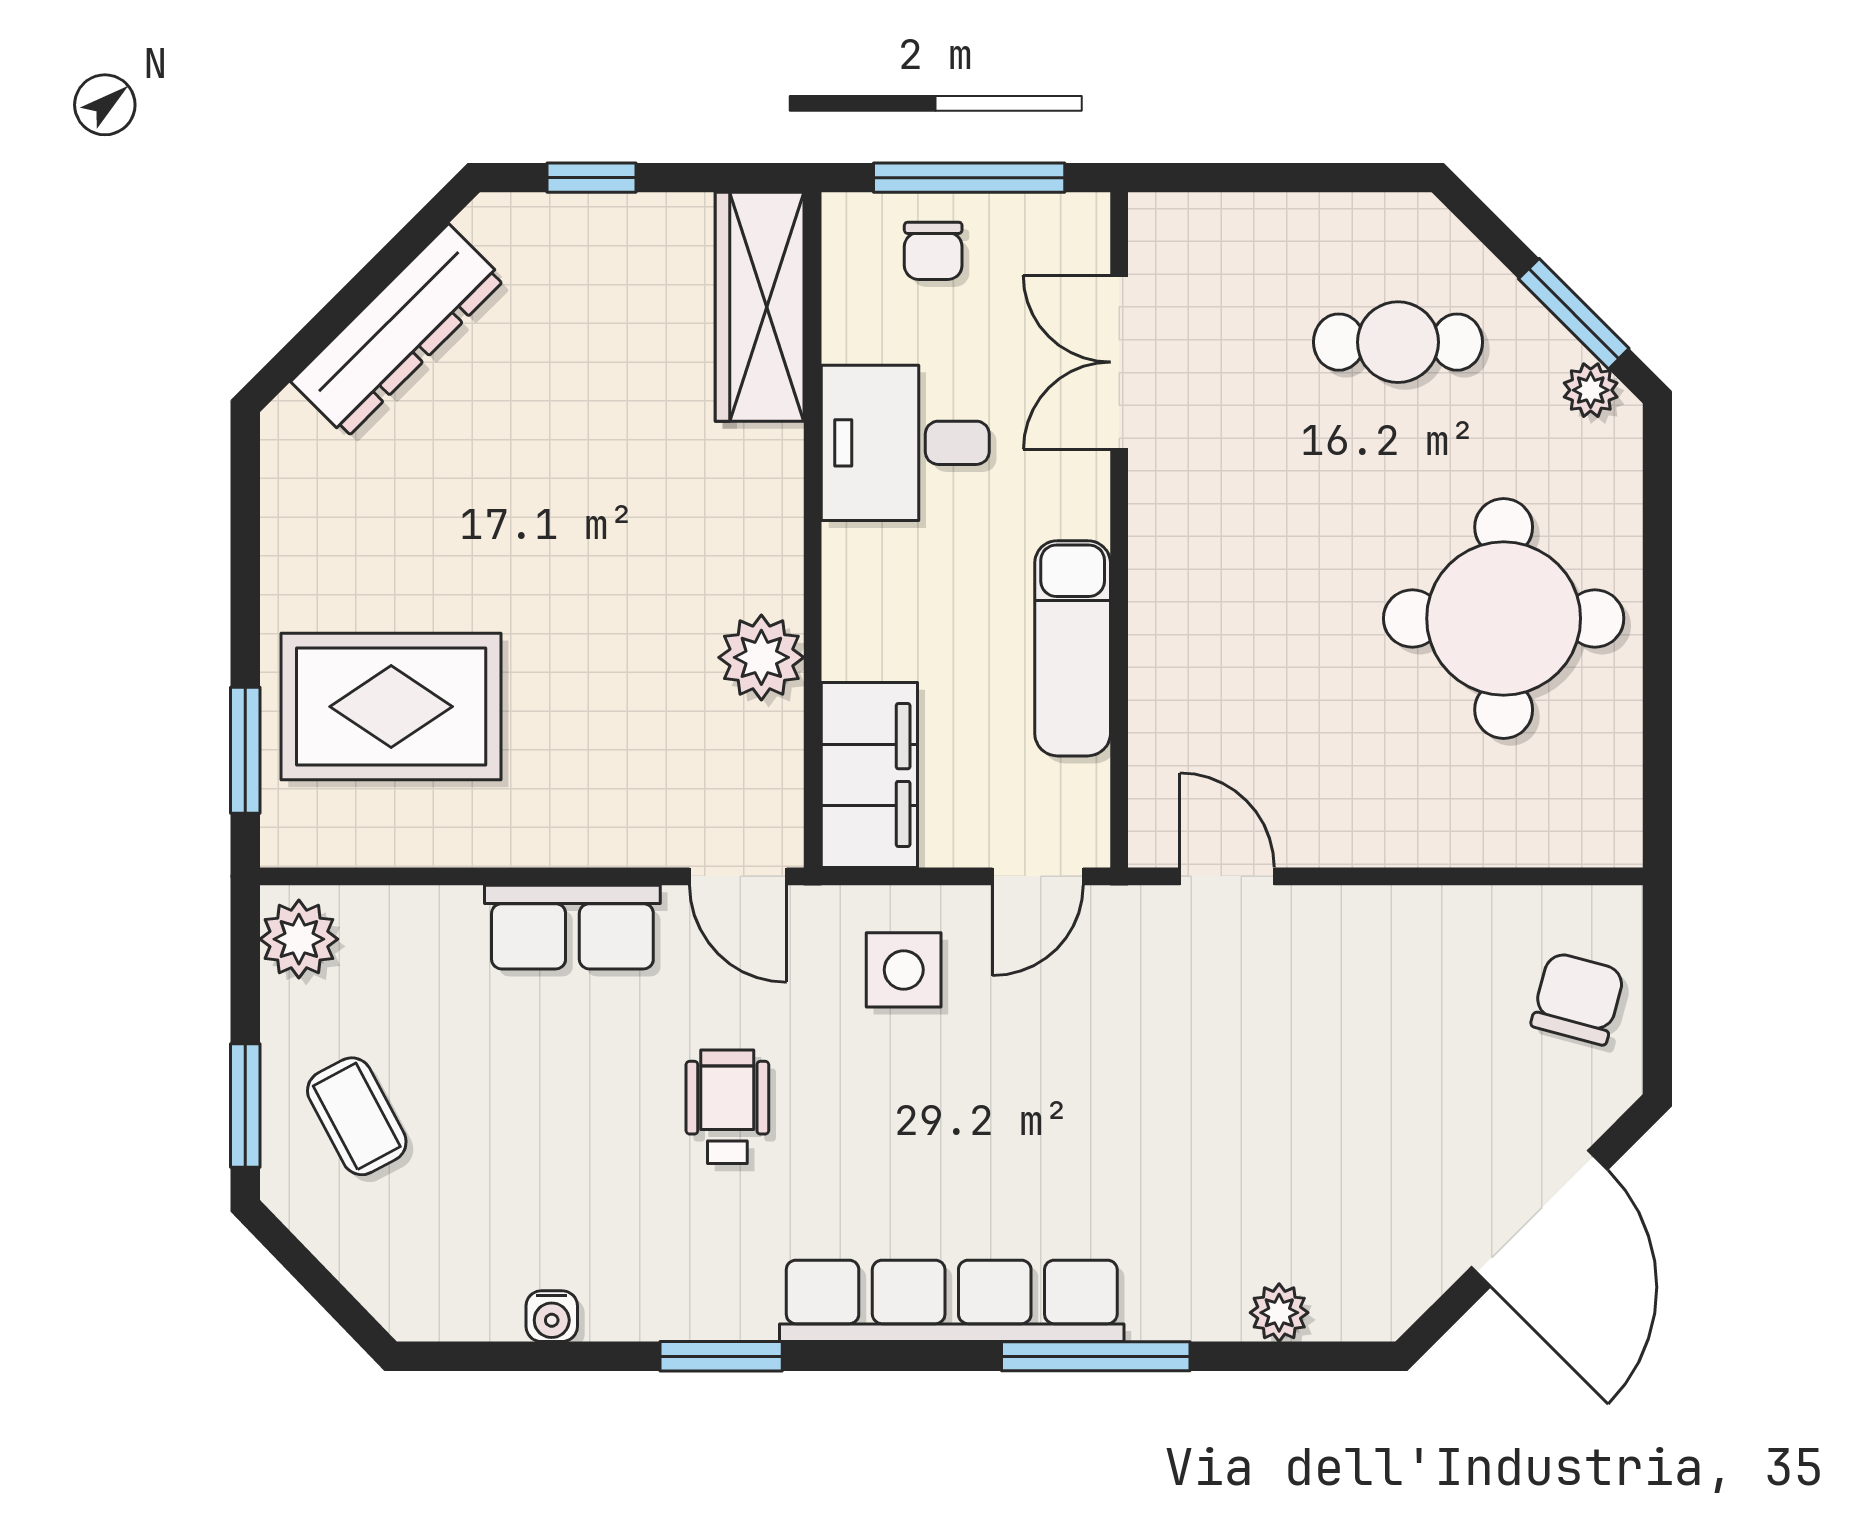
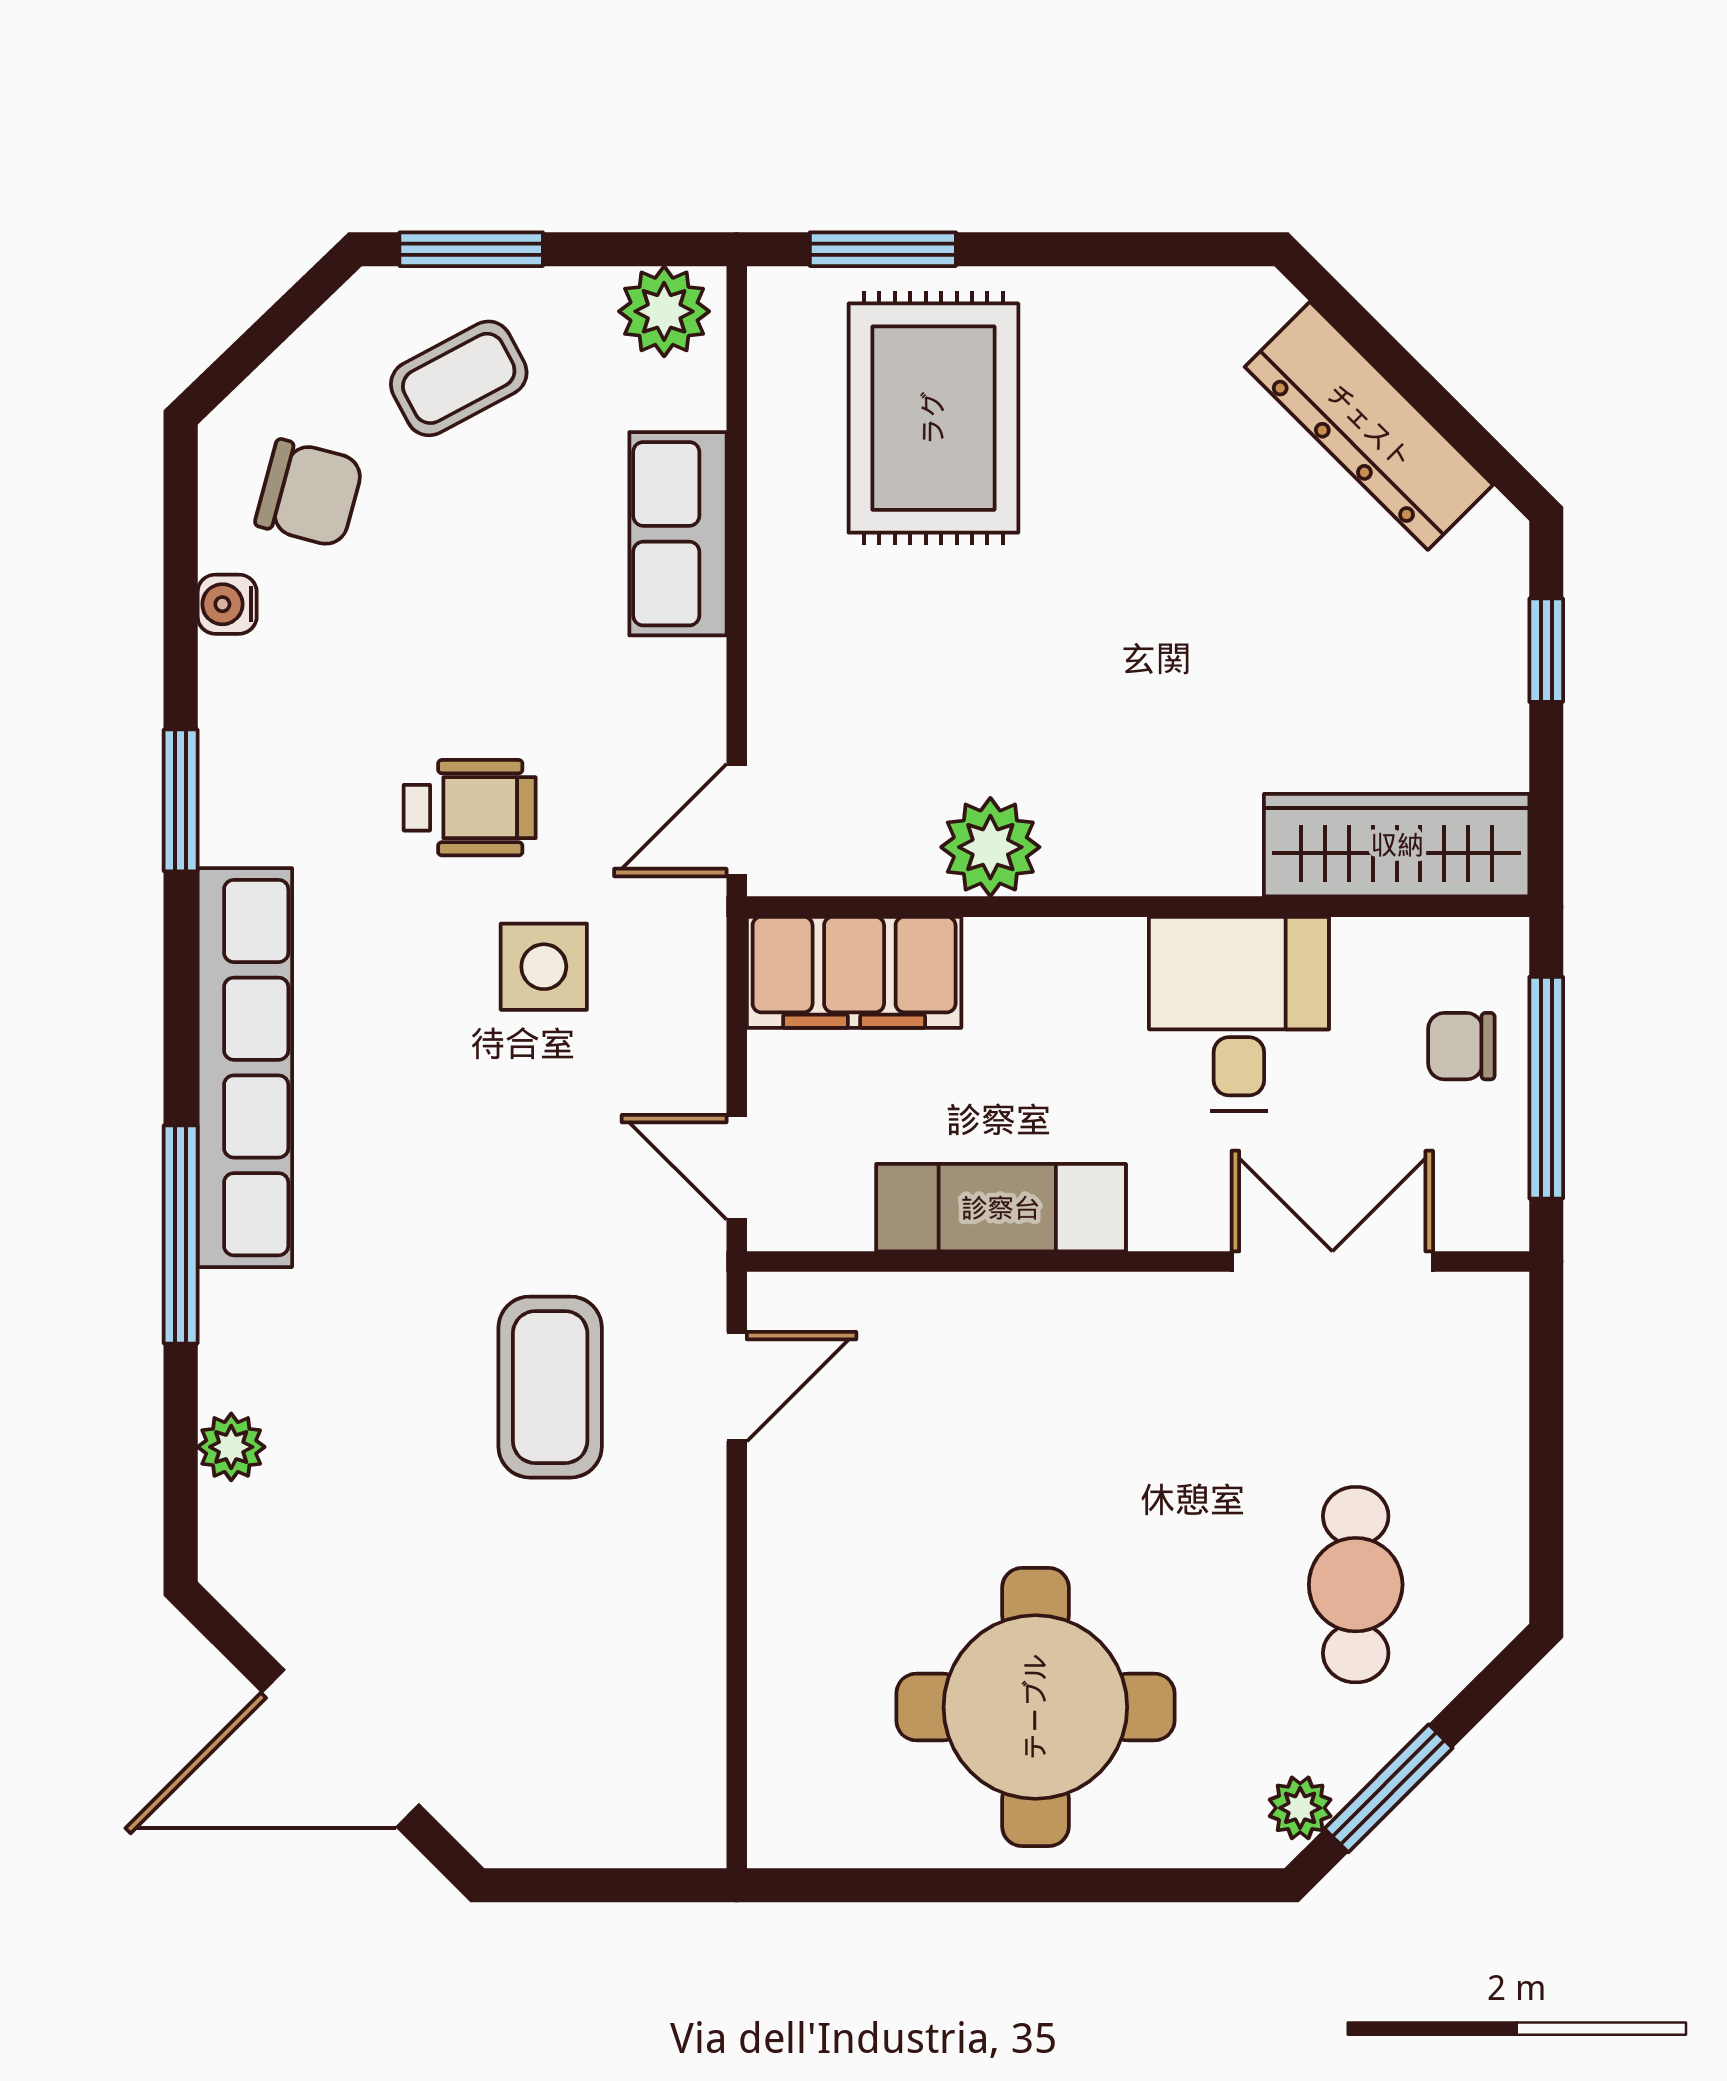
row of seats: (572, 927) -> (678, 534), moved
side table: (904, 970) -> (544, 967), moved
chair: (1578, 998) -> (309, 493), moved
coffee table: (1227, 1037) -> (550, 1387), added

